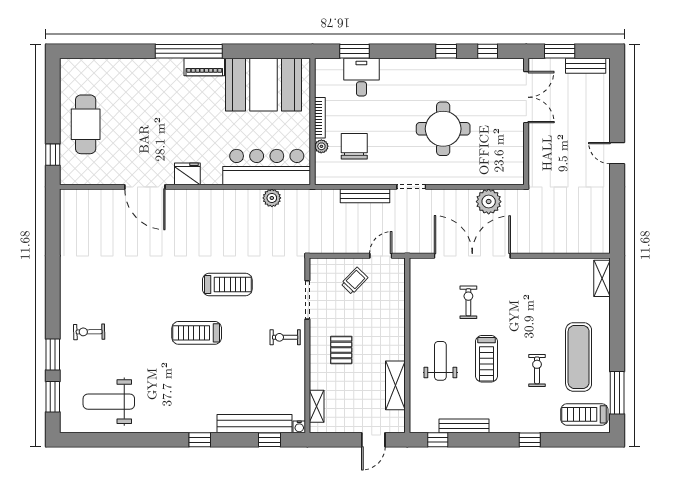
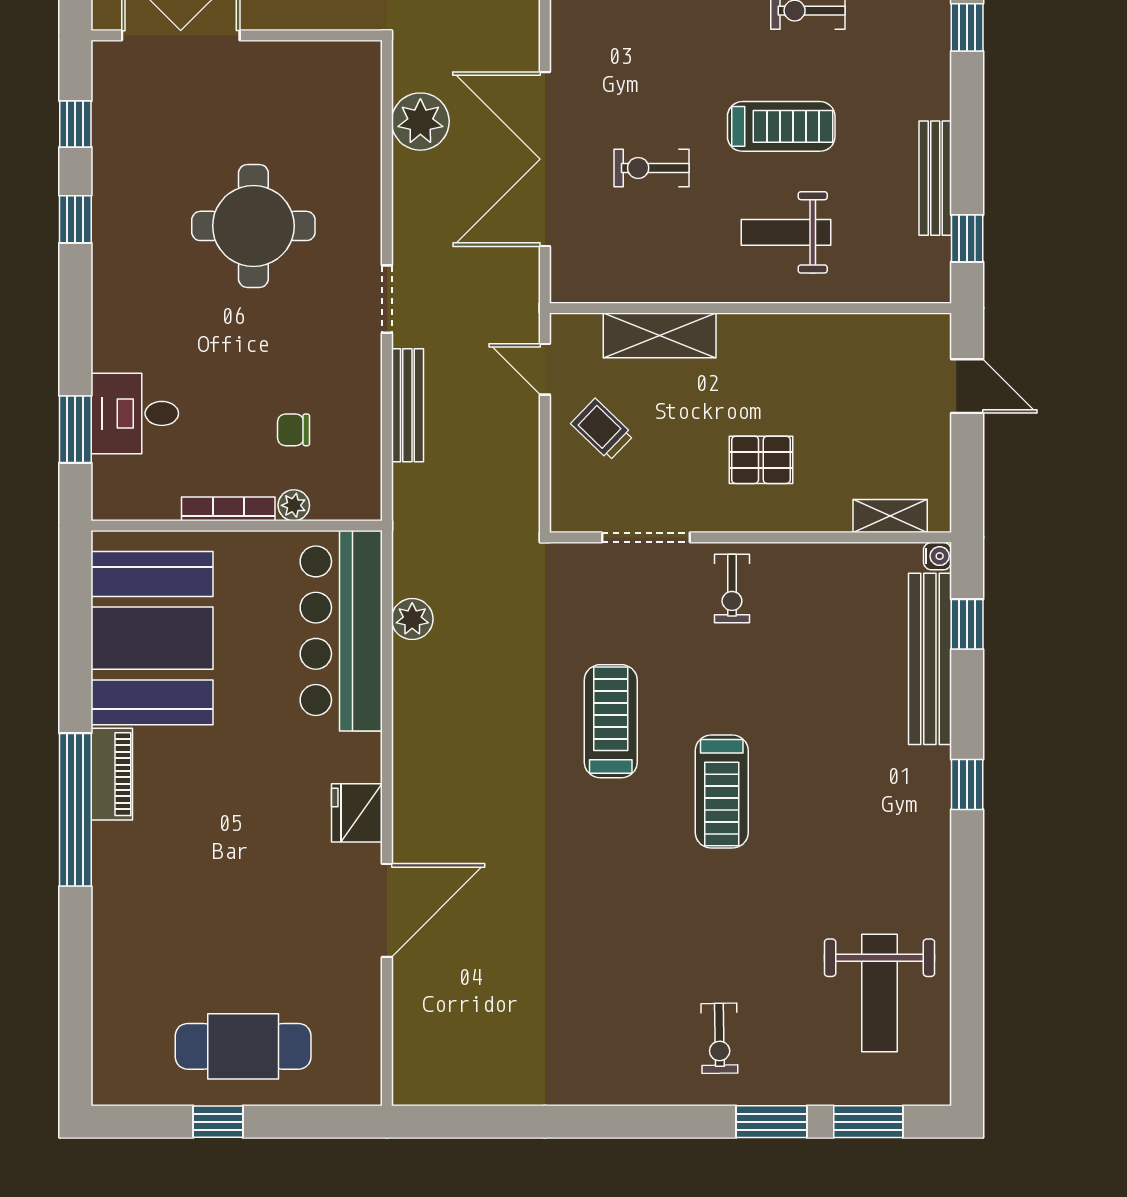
chair: (354, 146) -> (294, 430), width x0.54, depth x0.54
window: (53, 155) -> (218, 1122), moved
shelving: (395, 385) -> (660, 335), moved

